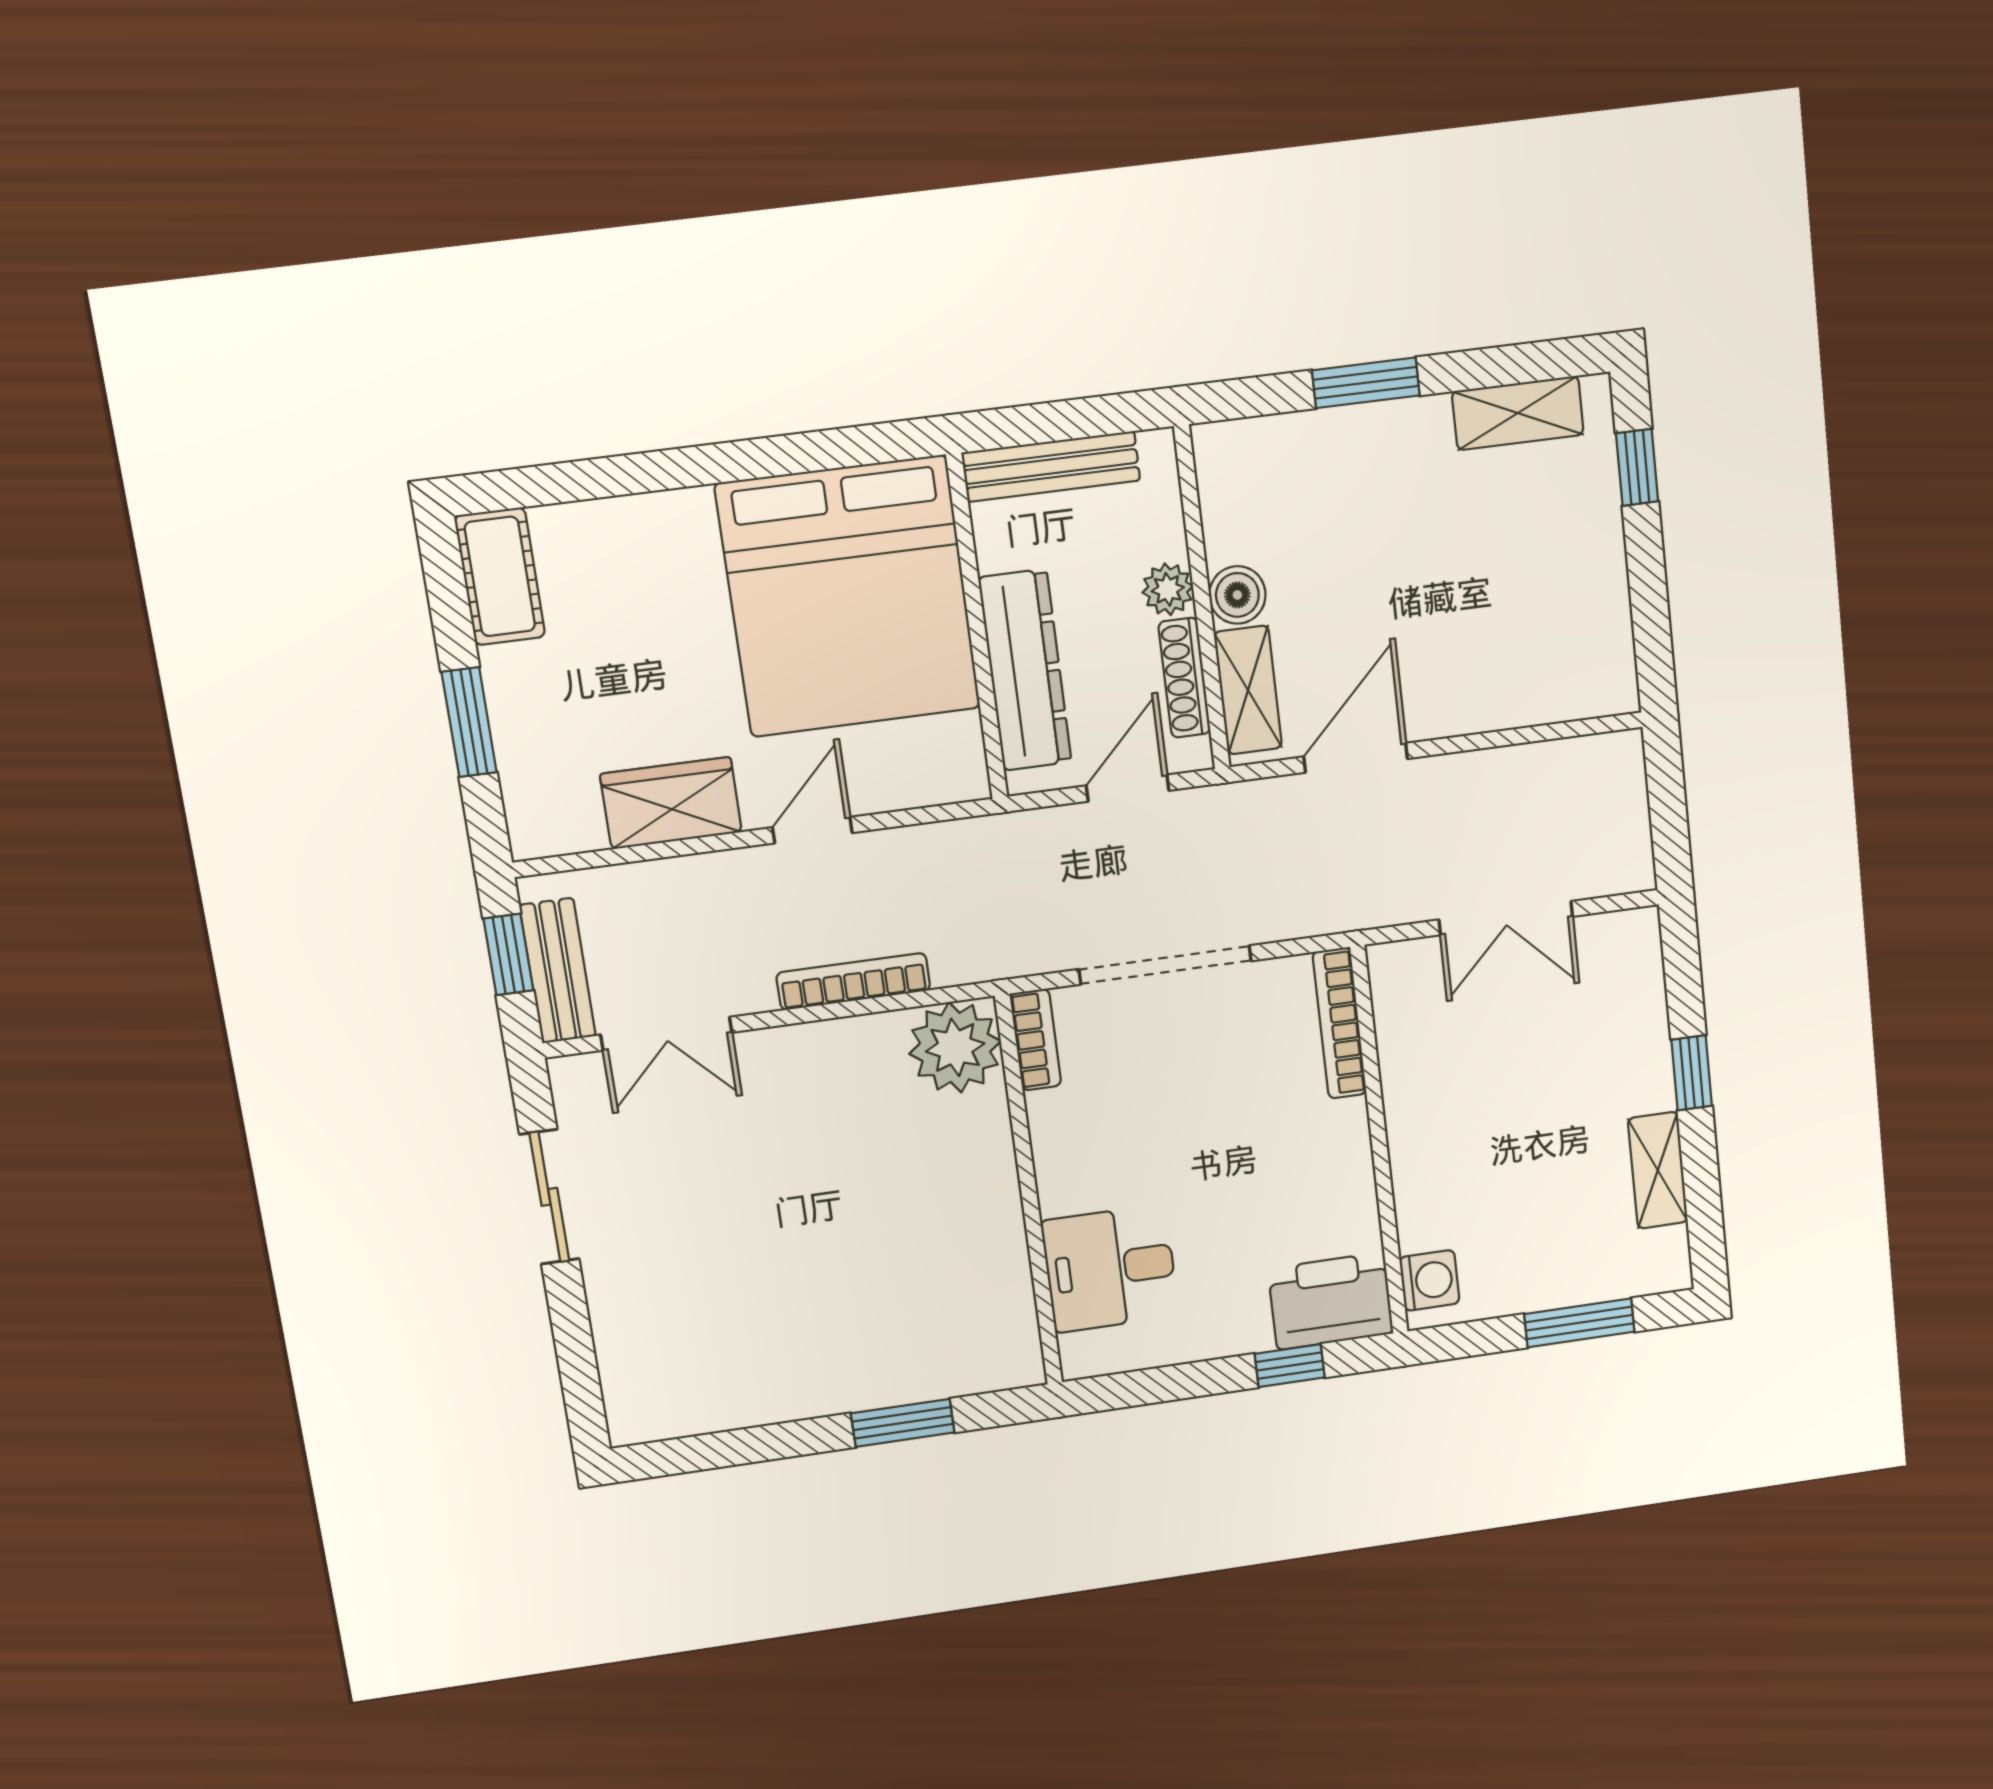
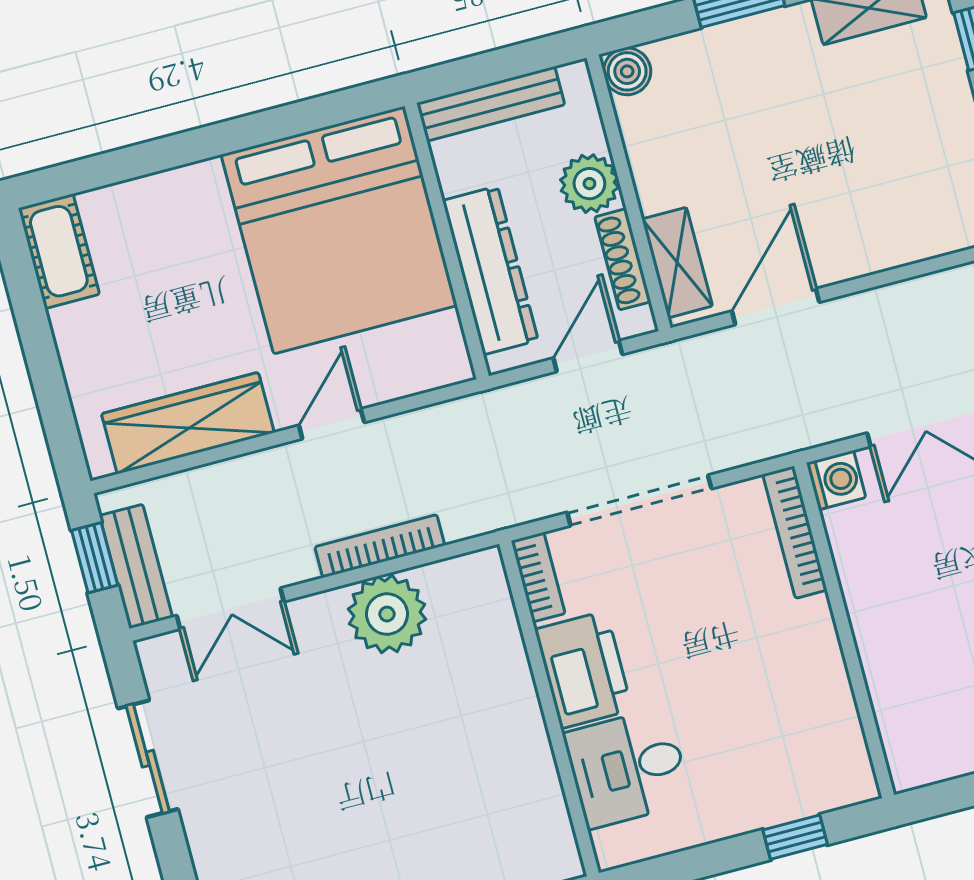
plant: (1168, 589) -> (589, 184), width x1.38, depth x1.38
boiler: (1237, 595) -> (627, 71), moved
window: (469, 722) -> (45, 371), removed
wardrobe: (671, 803) -> (188, 423), width x1.50
plant: (955, 1047) -> (387, 614), moved
washing machine: (1429, 1280) -> (836, 480), moved
printer: (1331, 1301) -> (584, 670), moved, turned 90

